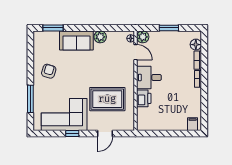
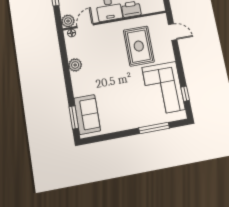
sofa: (76, 40) -> (87, 114), moved
armchair: (49, 71) -> (121, 113), removed
window: (72, 134) -> (185, 94), moved
door: (105, 134) -> (173, 32), moved

